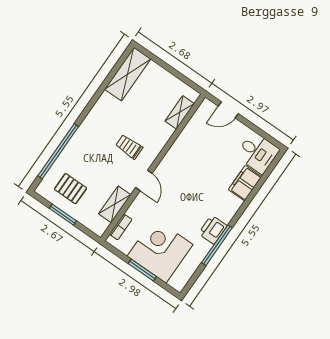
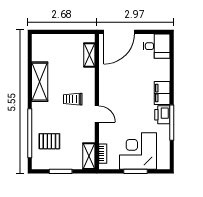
shelving: (128, 74) -> (40, 82), moved
door: (228, 110) -> (119, 32), width x1.88
filing cabinet: (245, 183) -> (162, 93), moved
pallet: (71, 189) -> (49, 141), moved
shelving: (115, 204) -> (89, 156), moved

